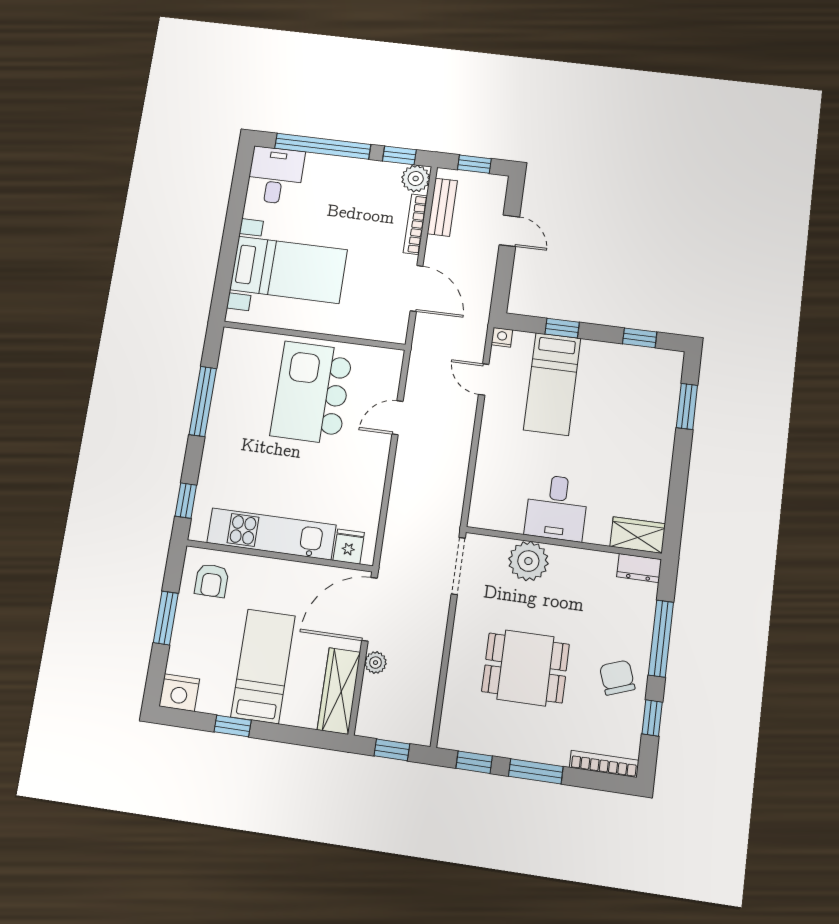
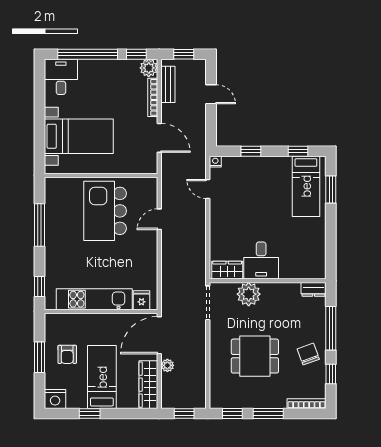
bed: (552, 384) -> (306, 186), moved
wardrobe: (638, 535) -> (227, 270), moved
armchair: (212, 581) -> (67, 354), moved

